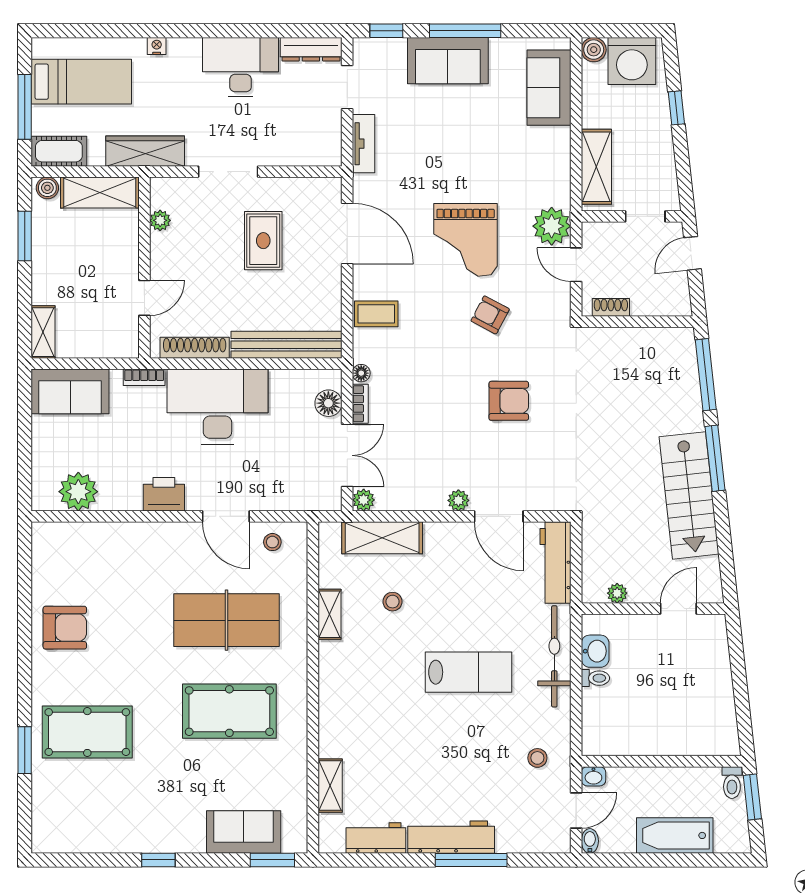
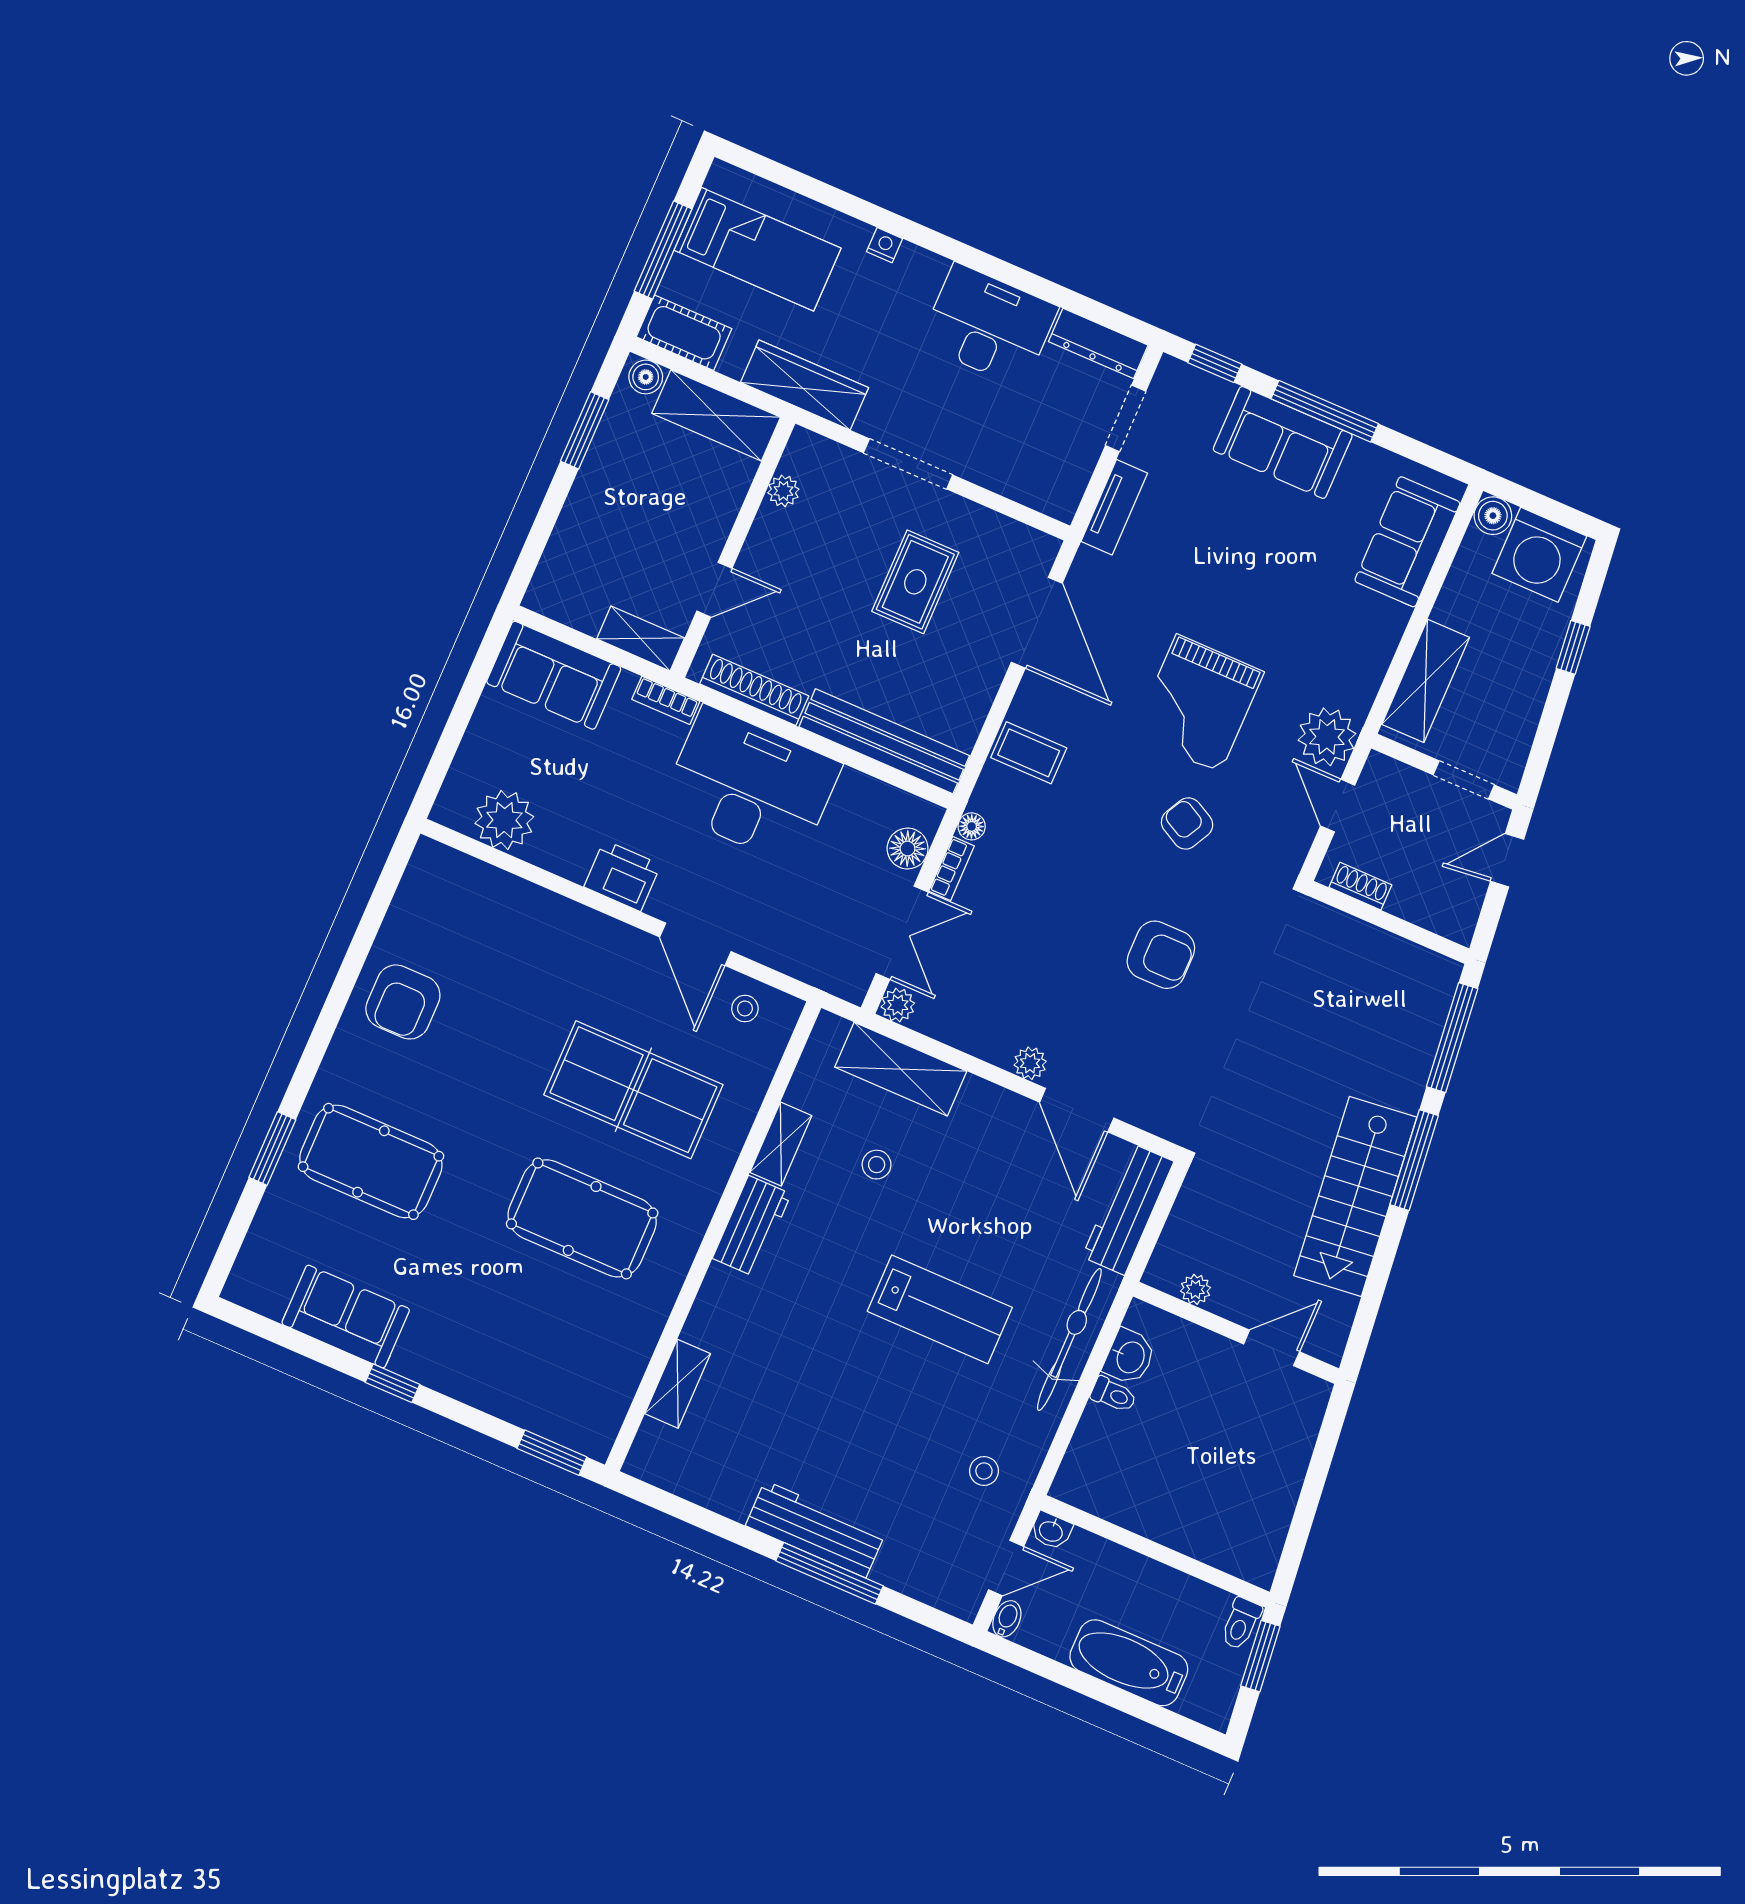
shelving: (43, 332) -> (641, 638), moved, turned 90
armchair: (65, 628) -> (403, 1002), turned 90
sofa: (244, 832) -> (346, 1317), moved
workbench: (376, 838) -> (752, 1226), moved, turned 90

